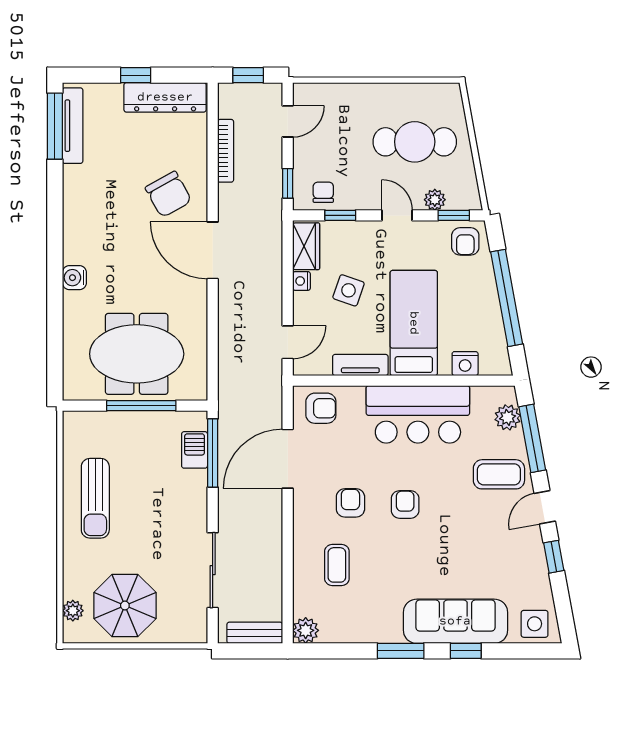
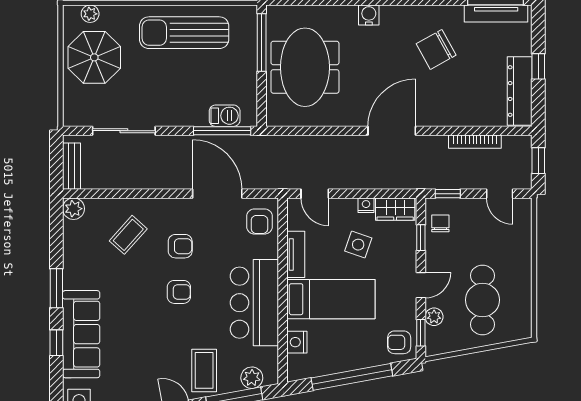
chair: (323, 192) -> (440, 223), turned -90
chair: (168, 194) -> (436, 49), moved
window: (141, 406) -> (262, 42), moved
sun lounger: (95, 498) -> (184, 33), width x1.36, depth x1.34
coffee table: (337, 565) -> (128, 235), turned -48

